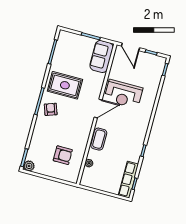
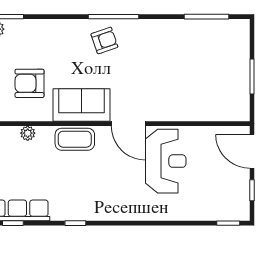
door: (130, 47) -> (252, 151), hinge flipped
sofa: (102, 56) -> (82, 105), moved
rug: (65, 85) -> (154, 54), removed
reception desk: (123, 94) -> (166, 161), turned 180
armchair: (63, 155) -> (29, 83), turned 90

